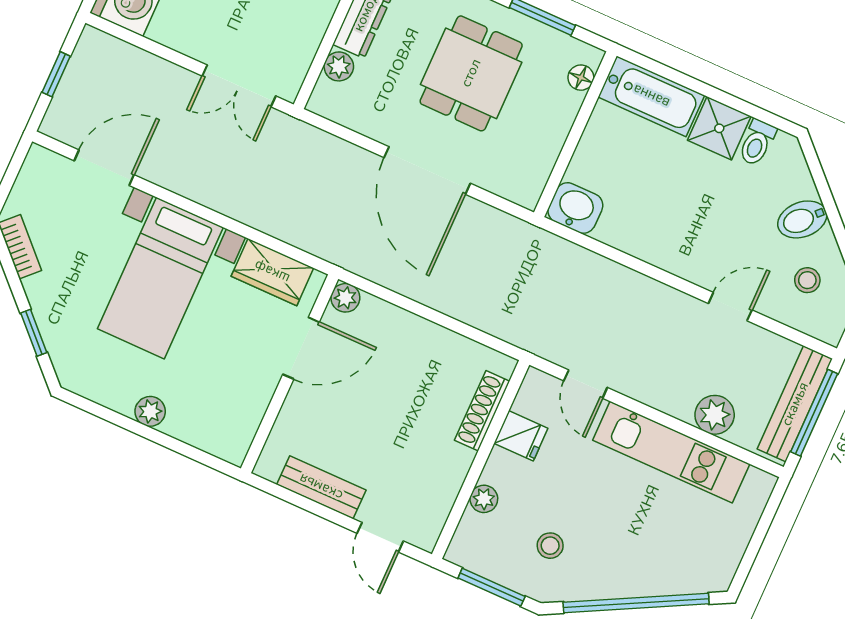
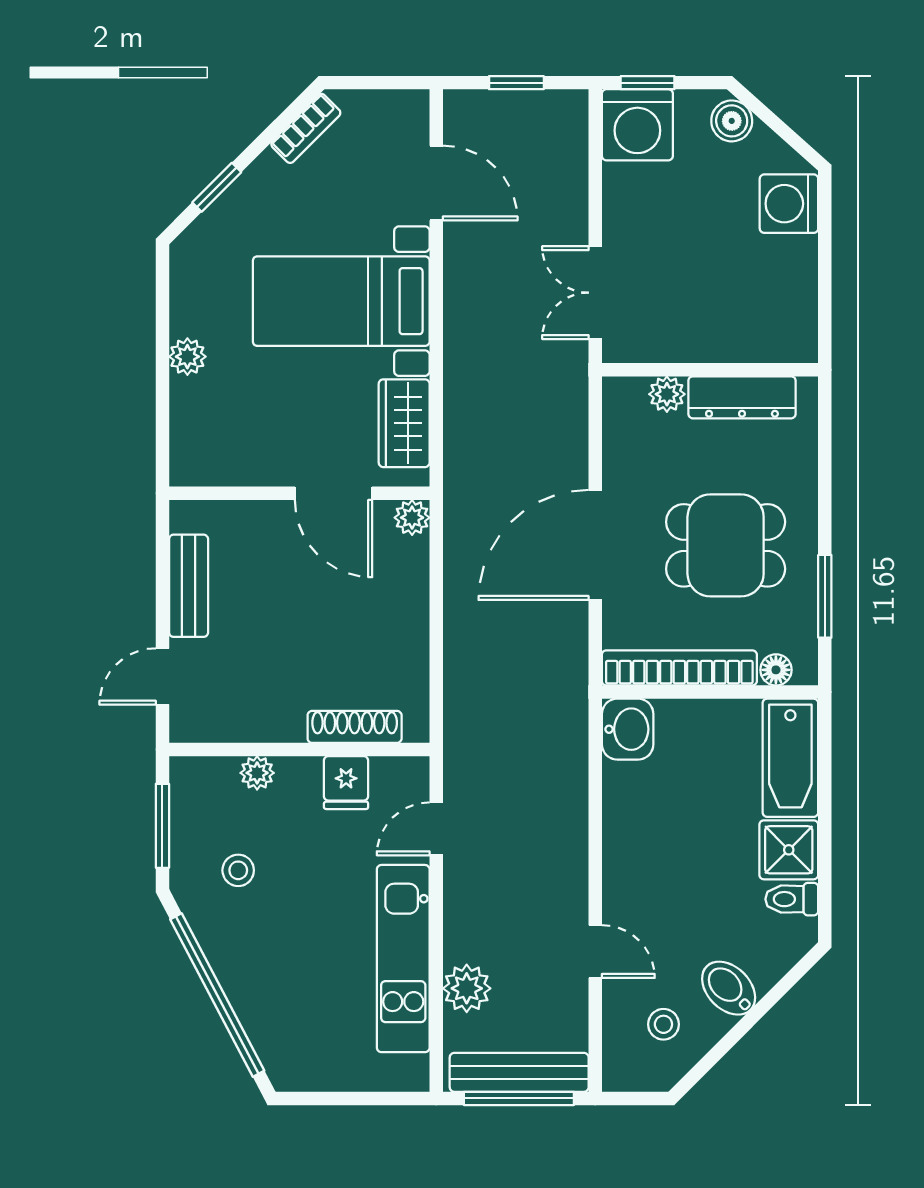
bookcase: (547, 149) -> (679, 668), added

